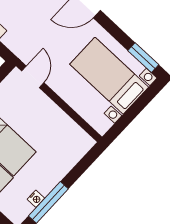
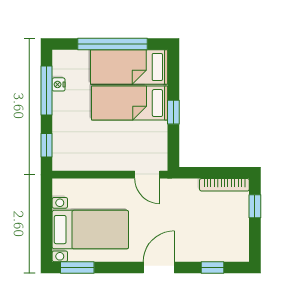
window: (84, 164) -> (46, 145), added

